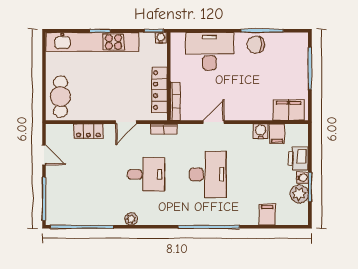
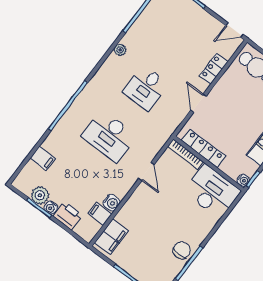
desk: (209, 51) -> (212, 191), moved, turned -90
bookcase: (164, 129) -> (170, 129), removed
door: (44, 155) -> (234, 30), moved

